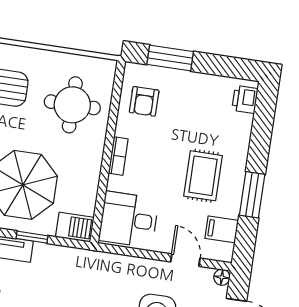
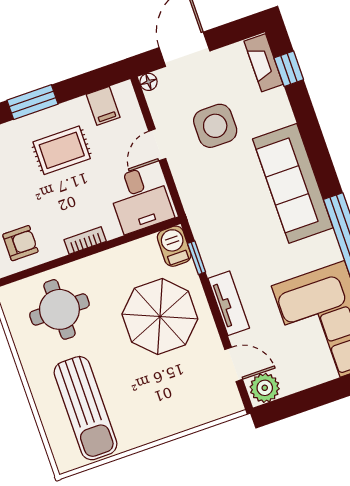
window: (252, 195) -> (33, 102), moved
window: (32, 237) -> (197, 258), moved
door: (185, 260) -> (157, 145), moved

